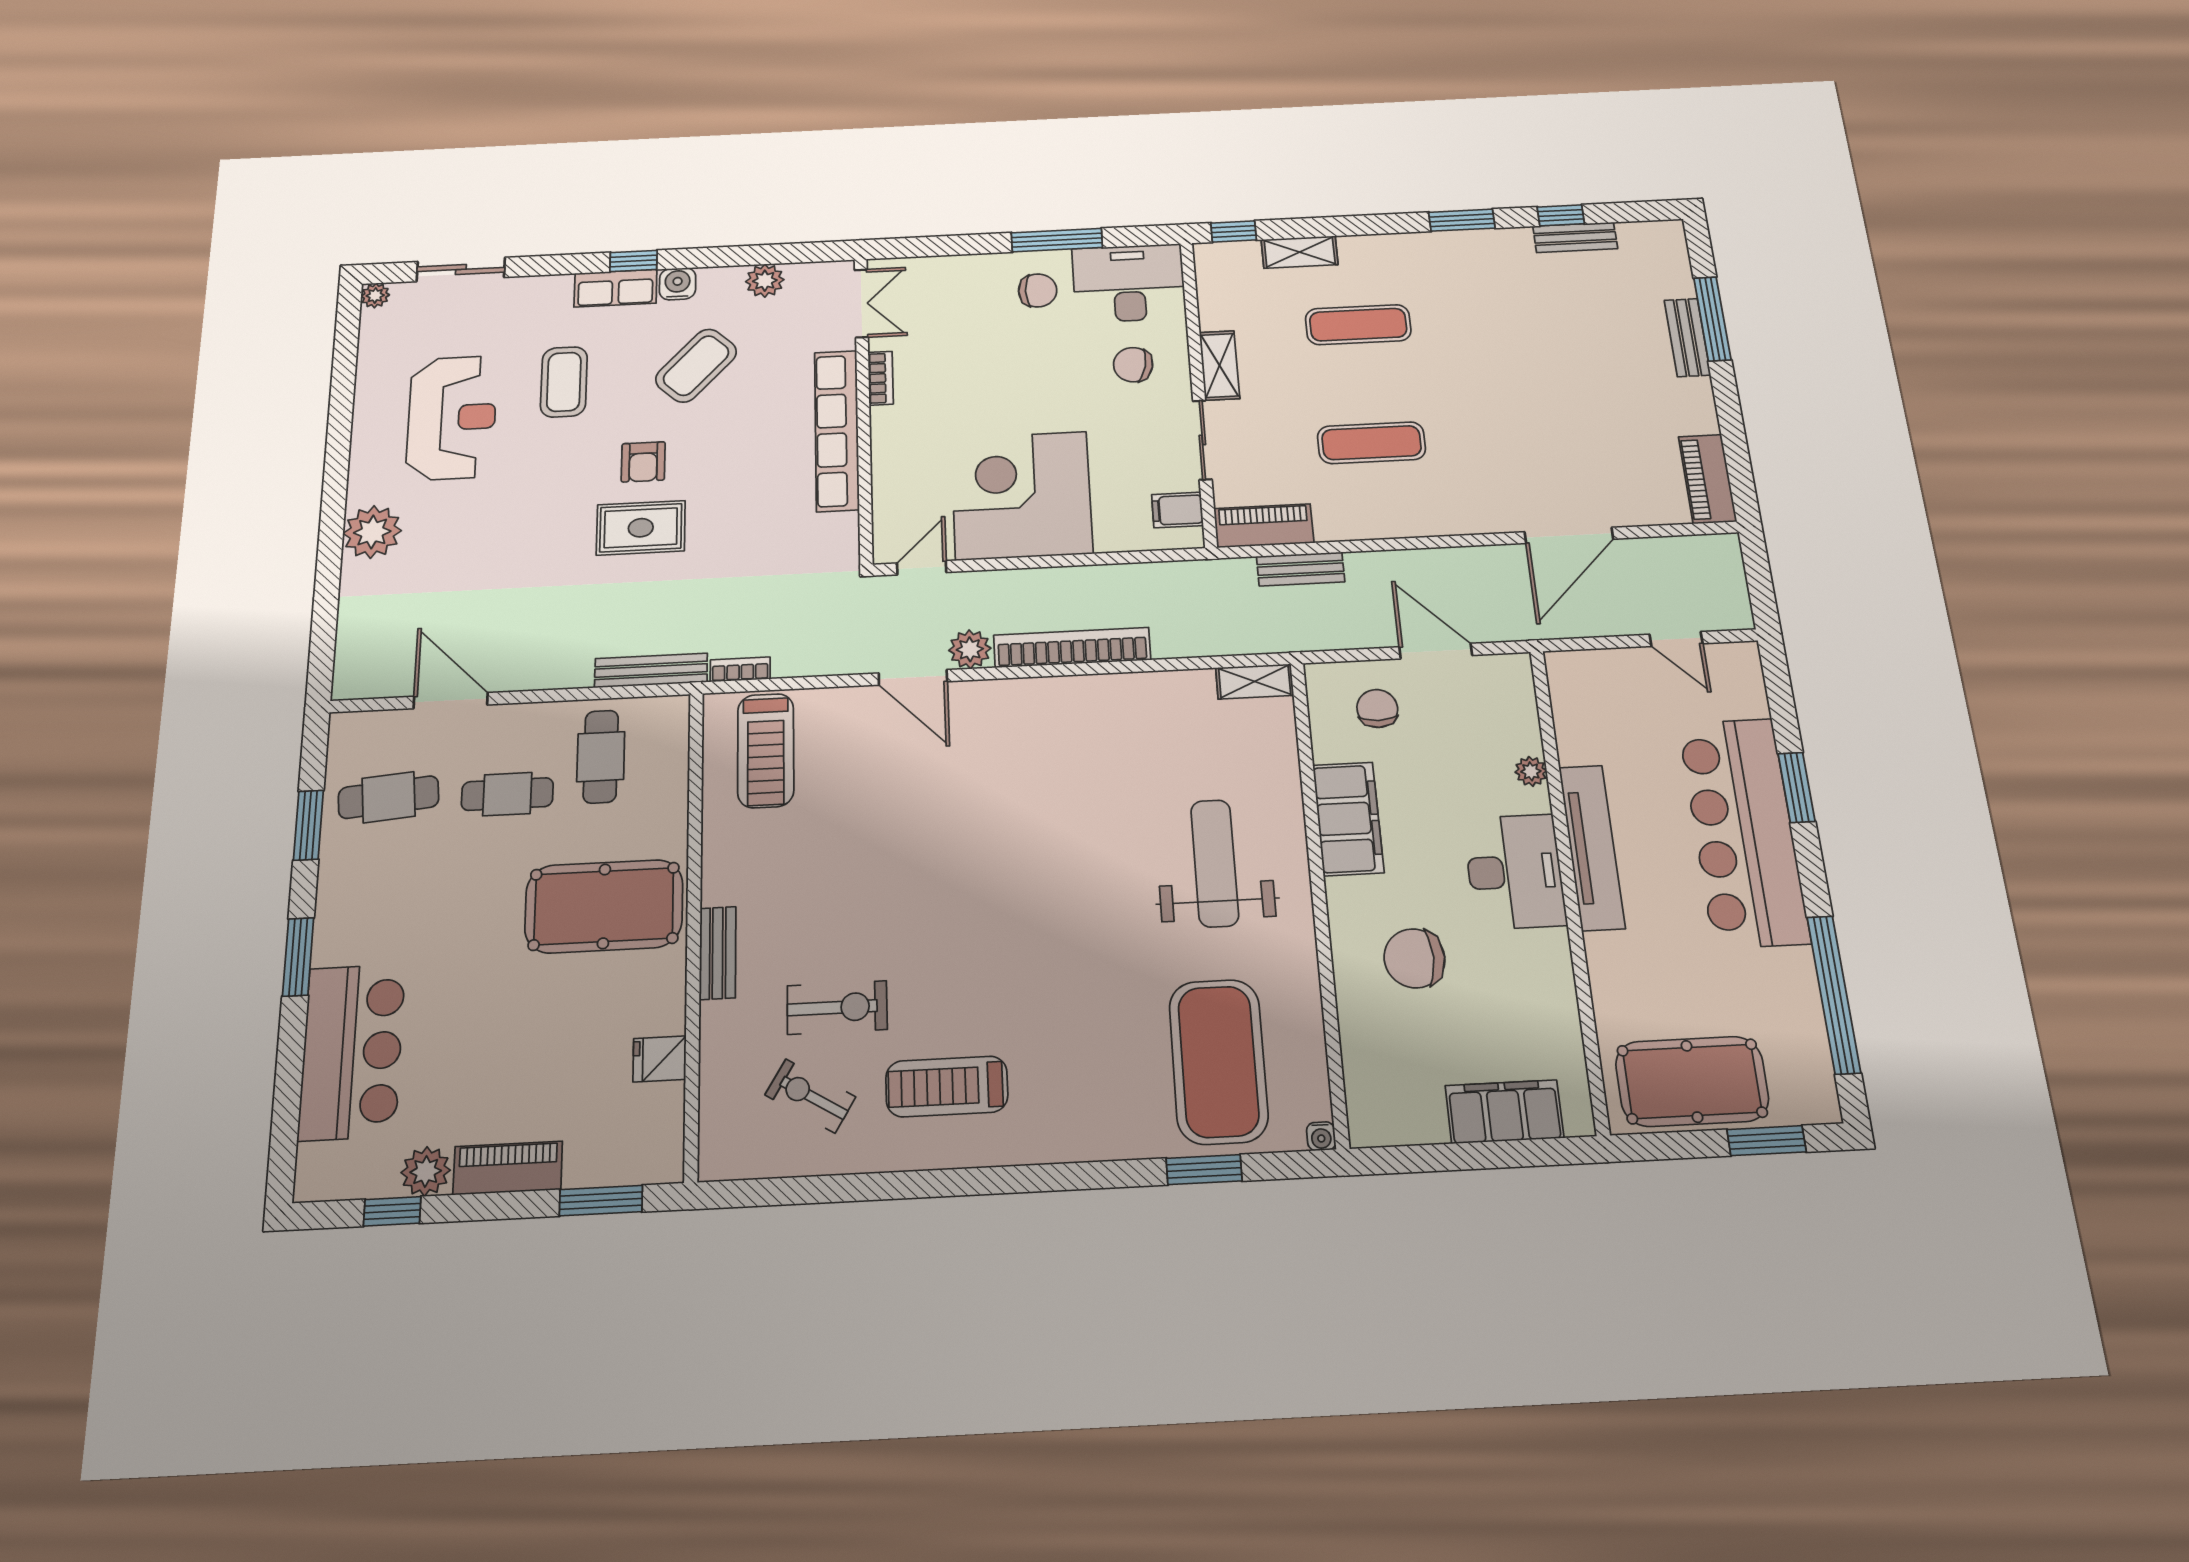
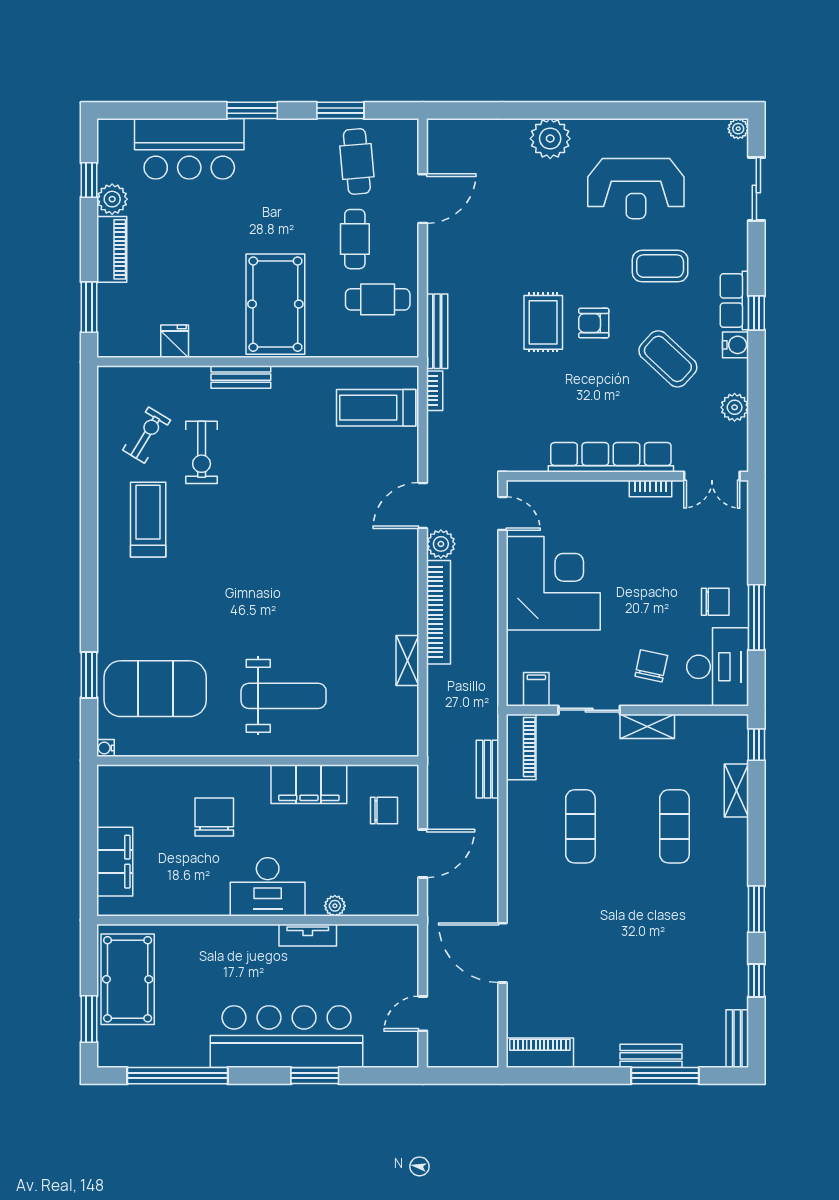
bench: (1575, 237) -> (737, 1039), moved
chair: (1038, 290) -> (715, 602), turned -90
shelving: (1255, 682) -> (407, 661), moved
tv unit: (1592, 847) -> (308, 935), width x0.52, depth x0.78

